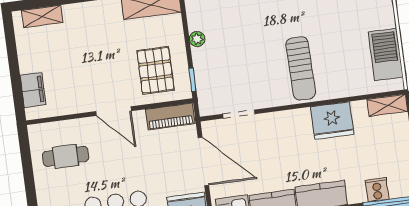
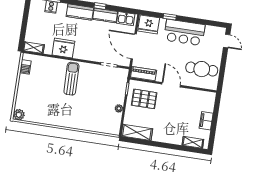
barbecue: (386, 55) -> (25, 67), width x0.53, depth x0.65
pallet: (156, 70) -> (144, 99), turned 90
filing cabinet: (33, 90) -> (206, 121), moved
cafe table: (66, 156) -> (202, 69), width x1.37, depth x1.35

